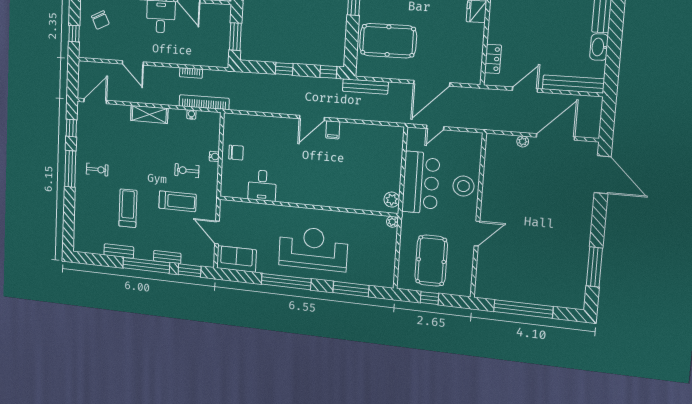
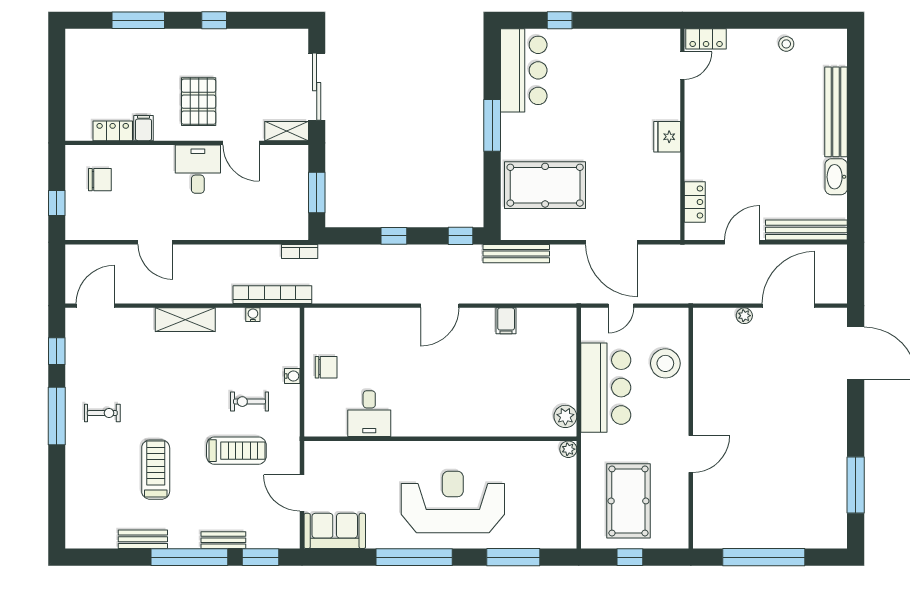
chair: (100, 20) -> (100, 180), turned -64
bookcase: (191, 73) -> (300, 252), moved
door: (432, 83) -> (612, 242), hinge flipped
filing cabinet: (333, 130) -> (506, 321), moved
stool: (463, 186) -> (665, 363), moved

